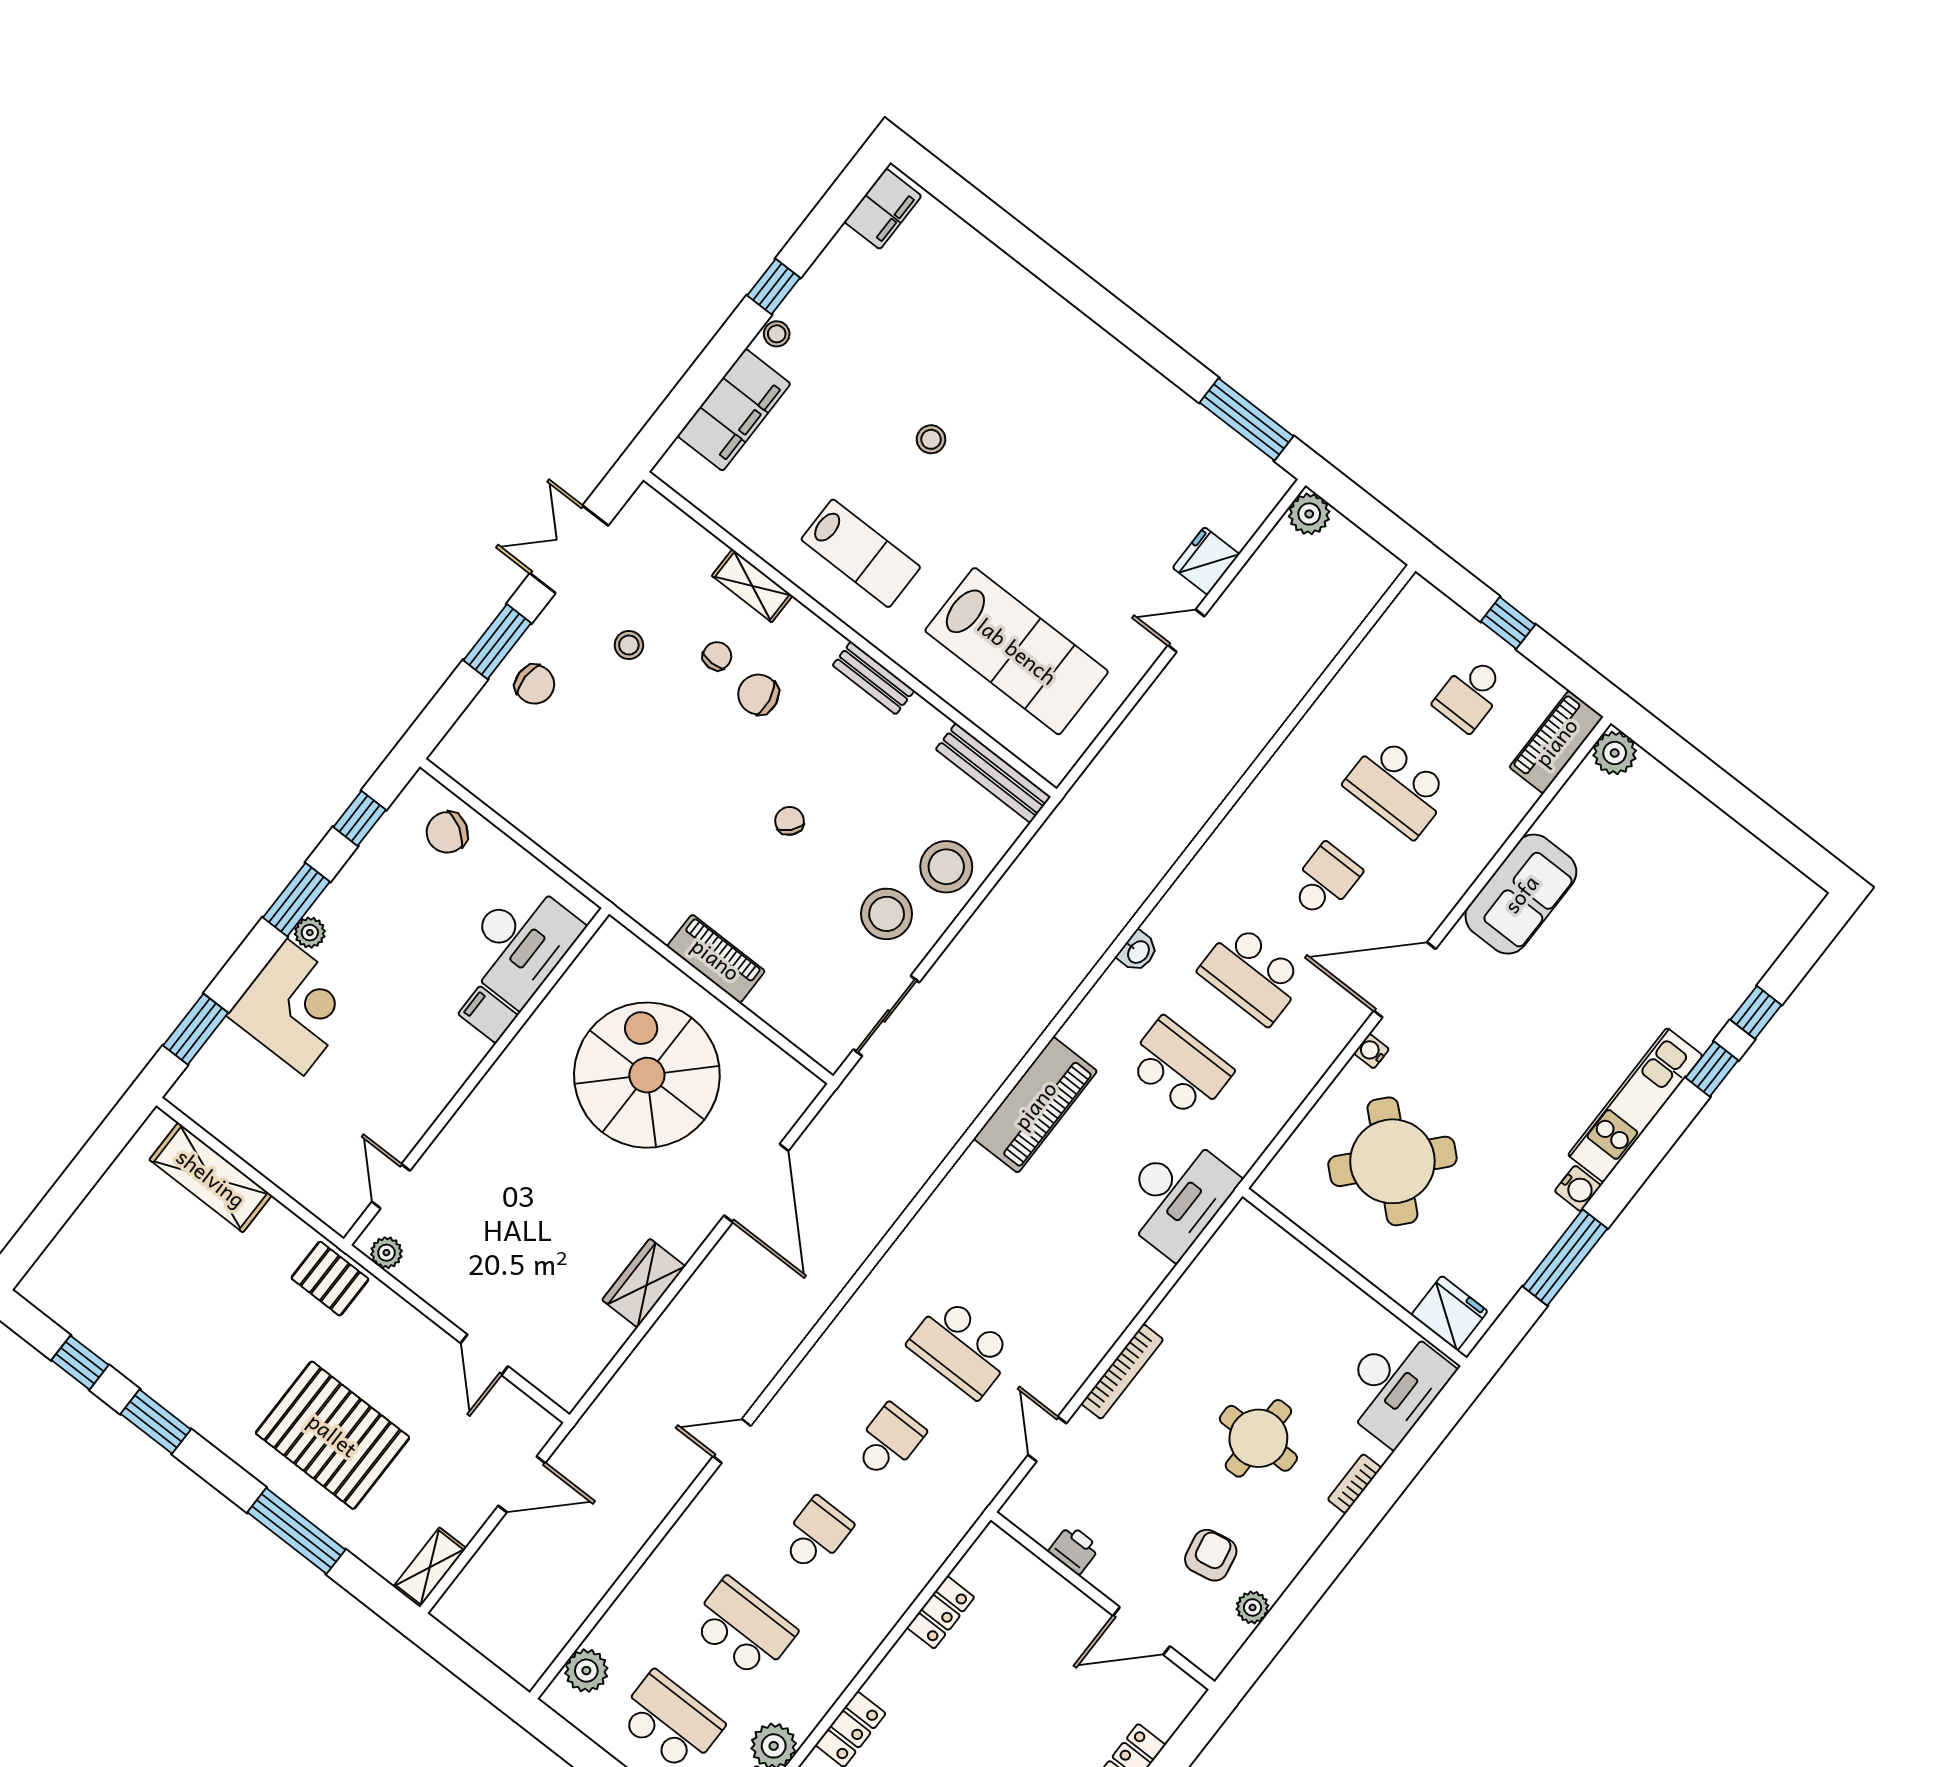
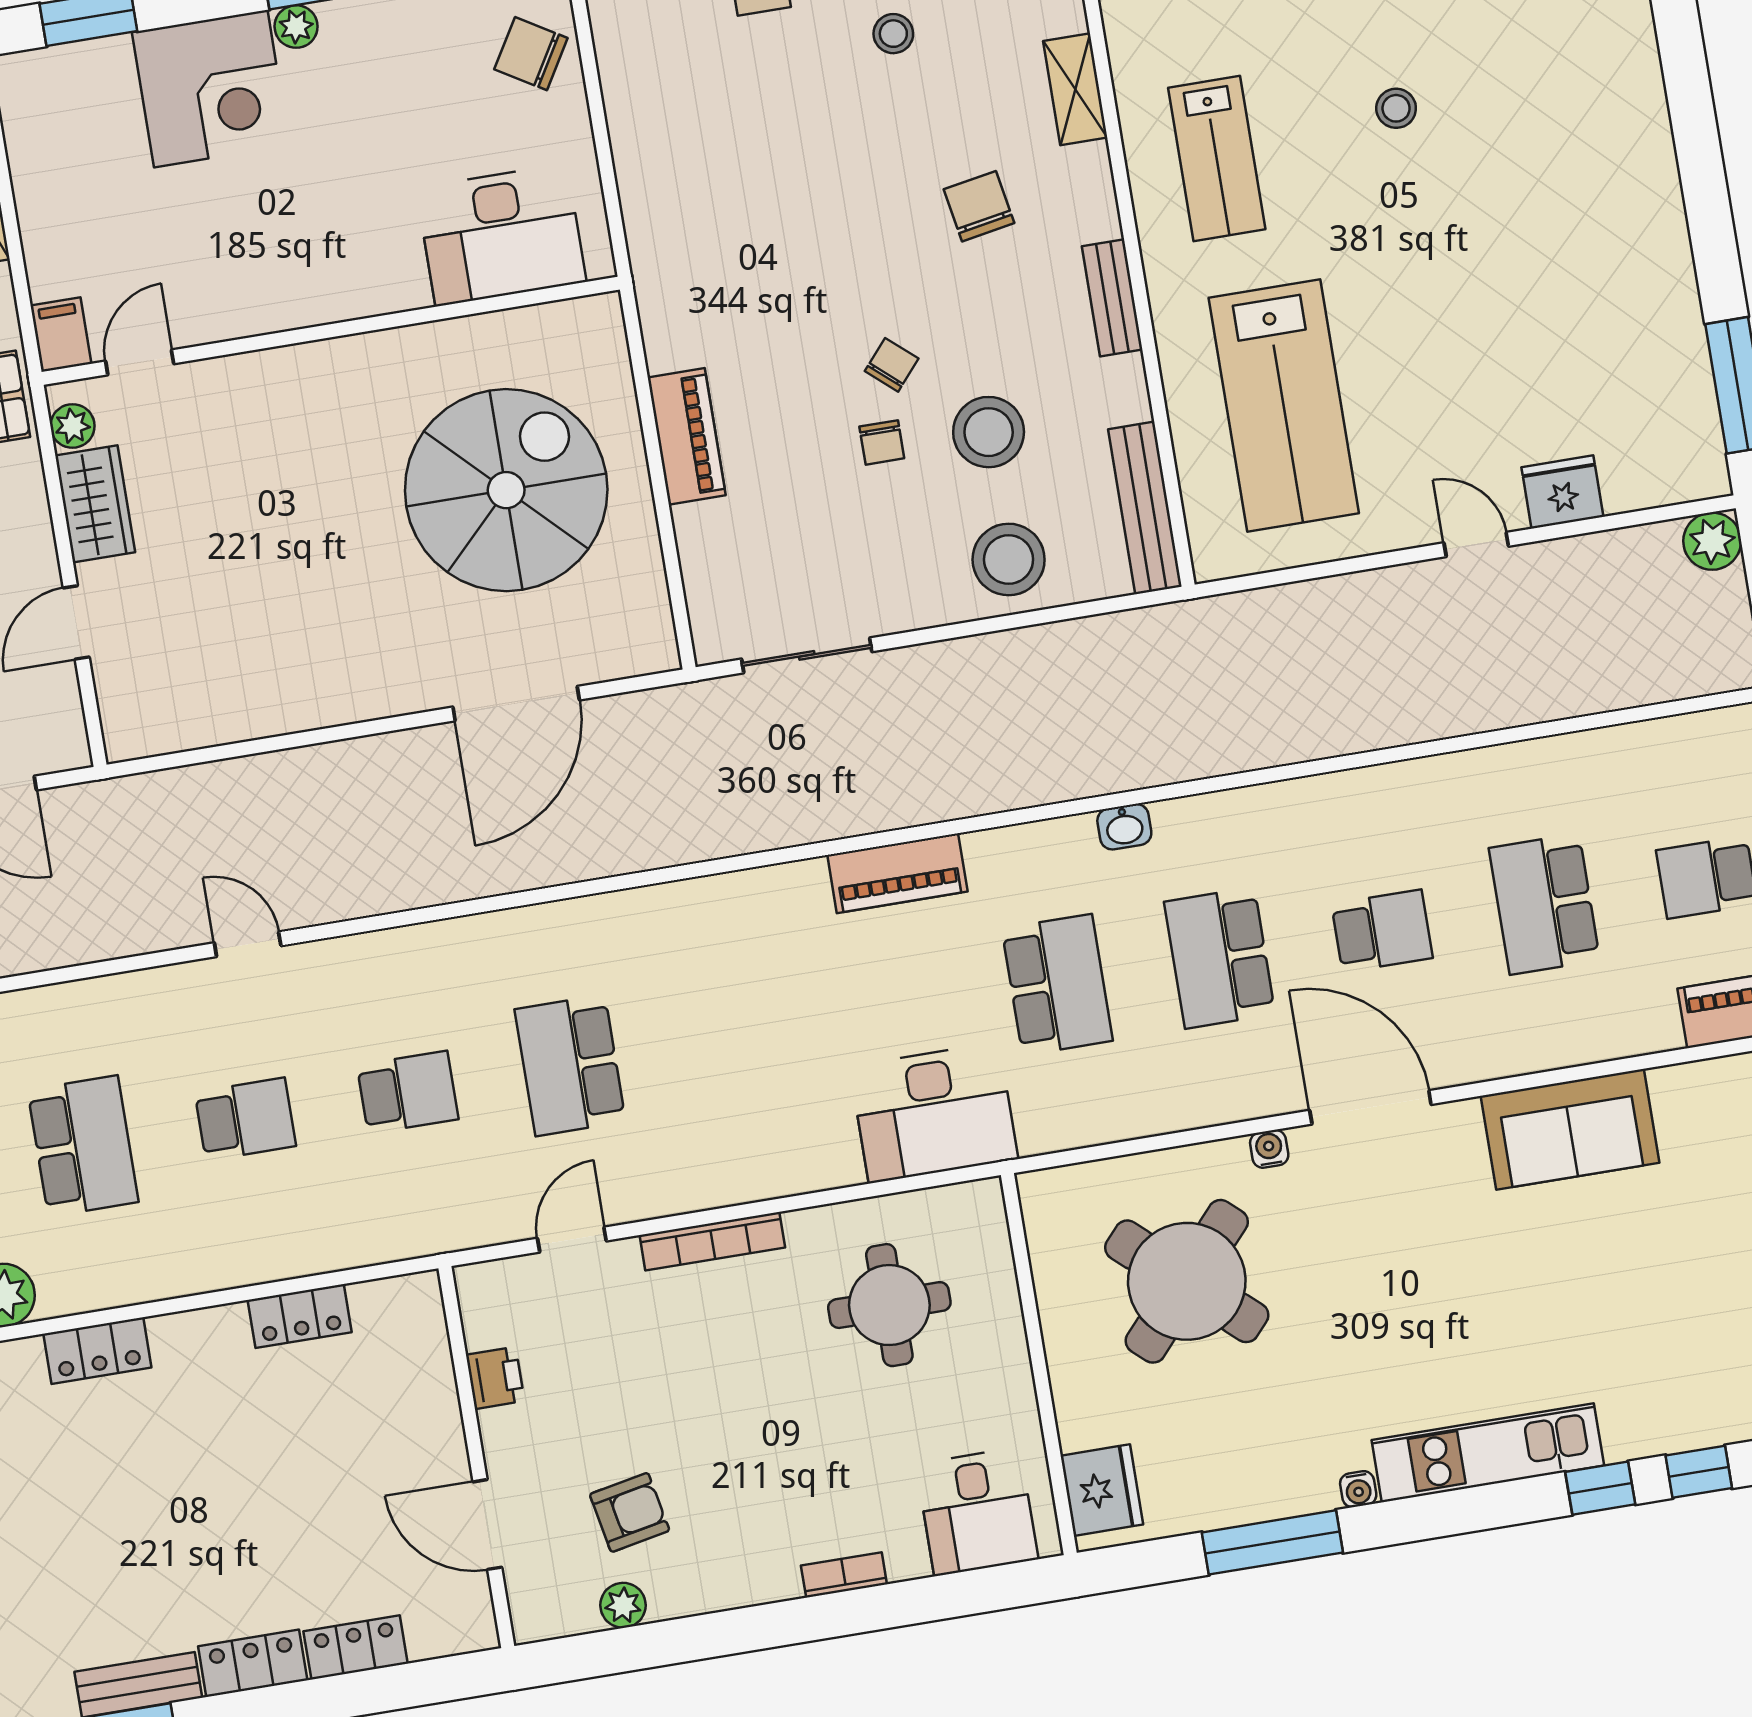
chair: (717, 656) -> (882, 442), moved, turned 90
stool: (887, 914) -> (989, 432), moved
filing cabinet: (488, 1015) -> (61, 335), moved
piano: (1035, 1105) -> (897, 873), width x0.73, depth x0.75
water cooler: (1578, 1188) -> (1358, 1489), width x0.72, depth x0.72
wardrobe: (644, 1283) -> (95, 504), moved, turned 90
desk: (1394, 1385) -> (977, 1512), width x0.73
round table: (1258, 1438) -> (889, 1305), moved

